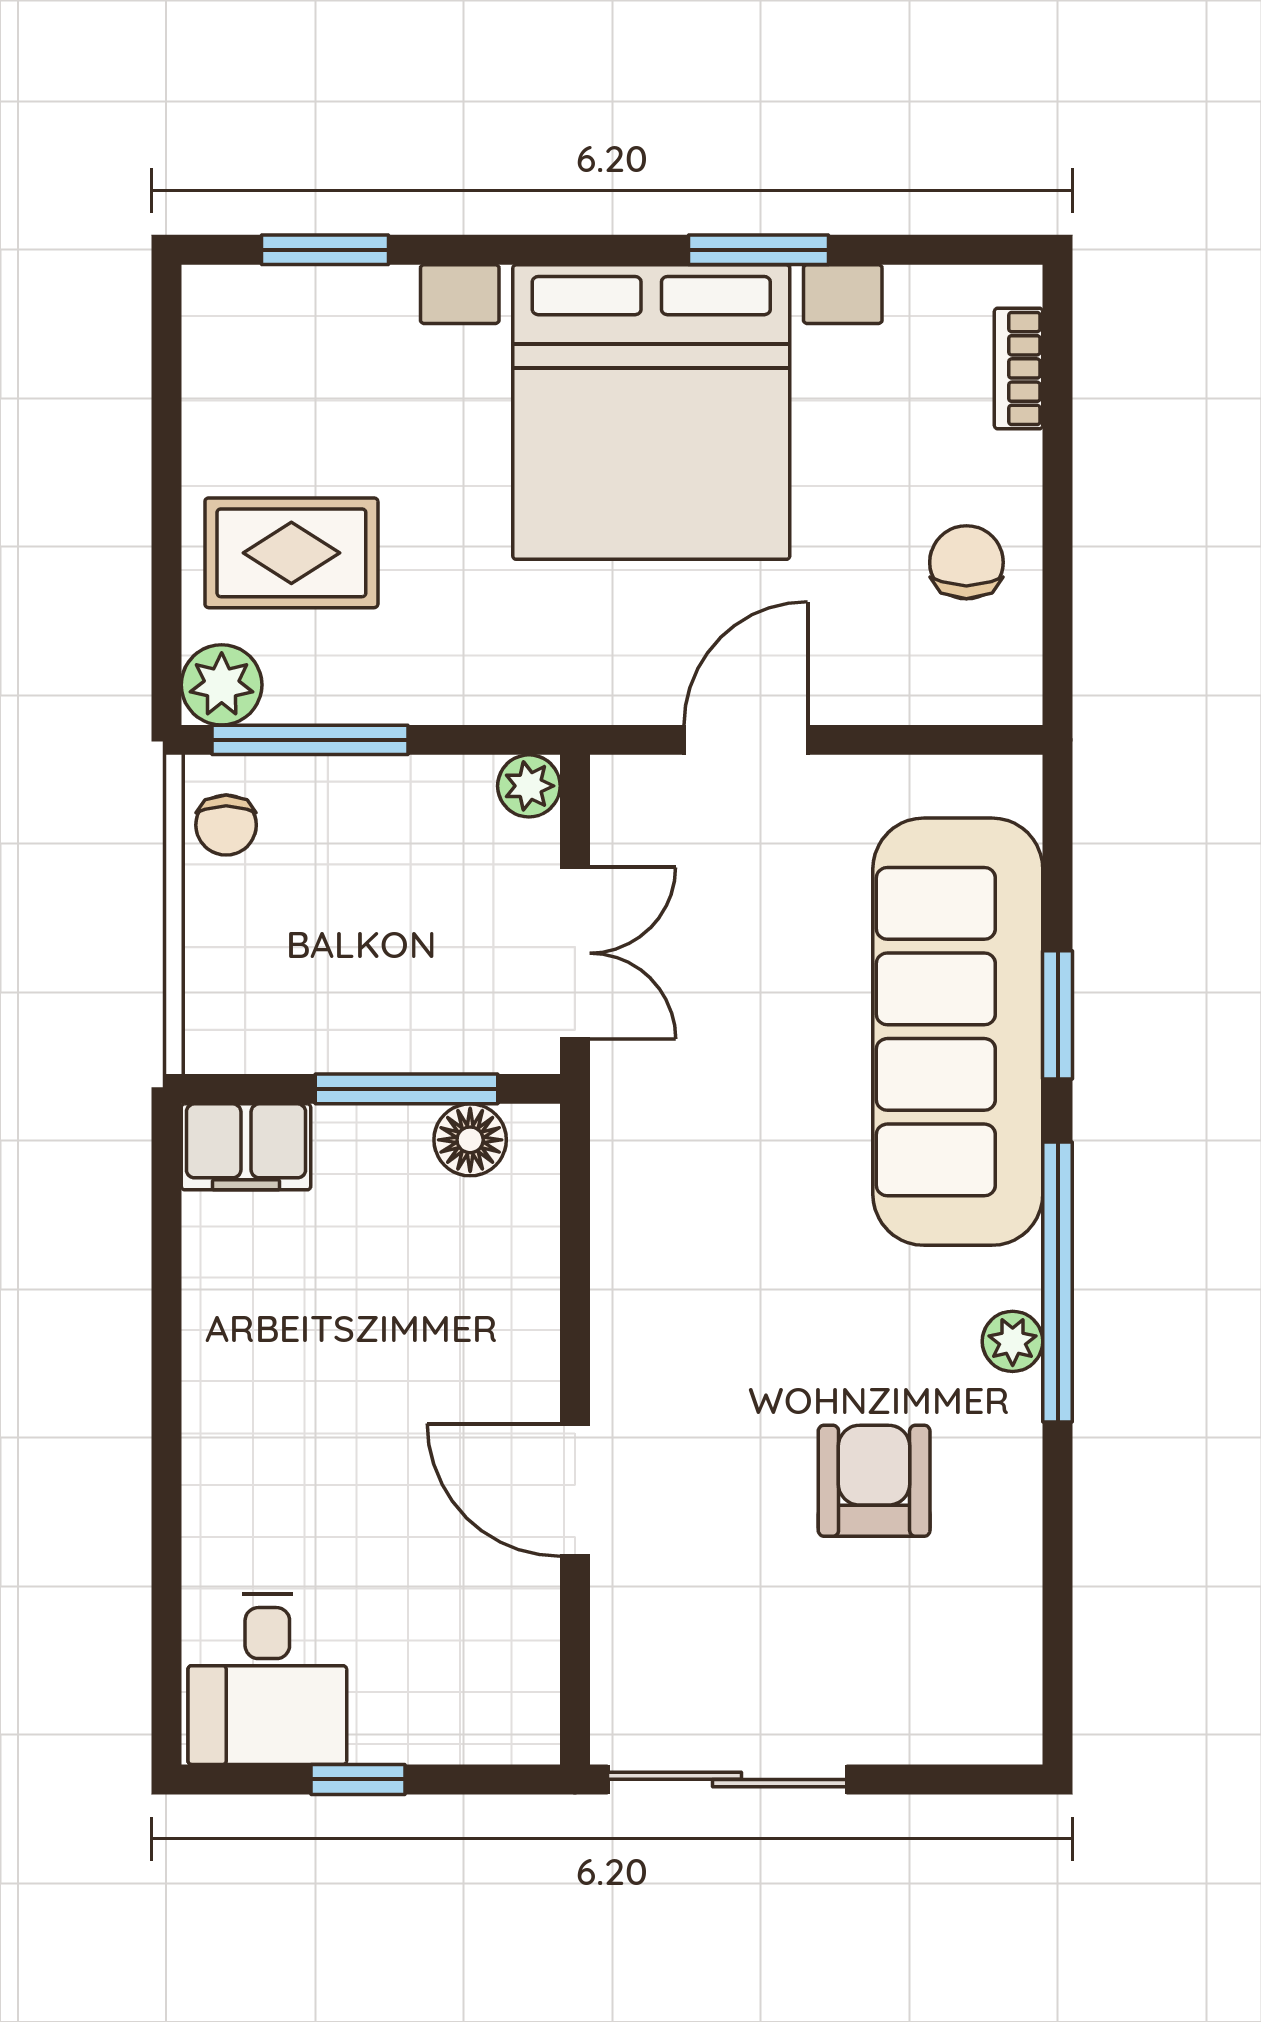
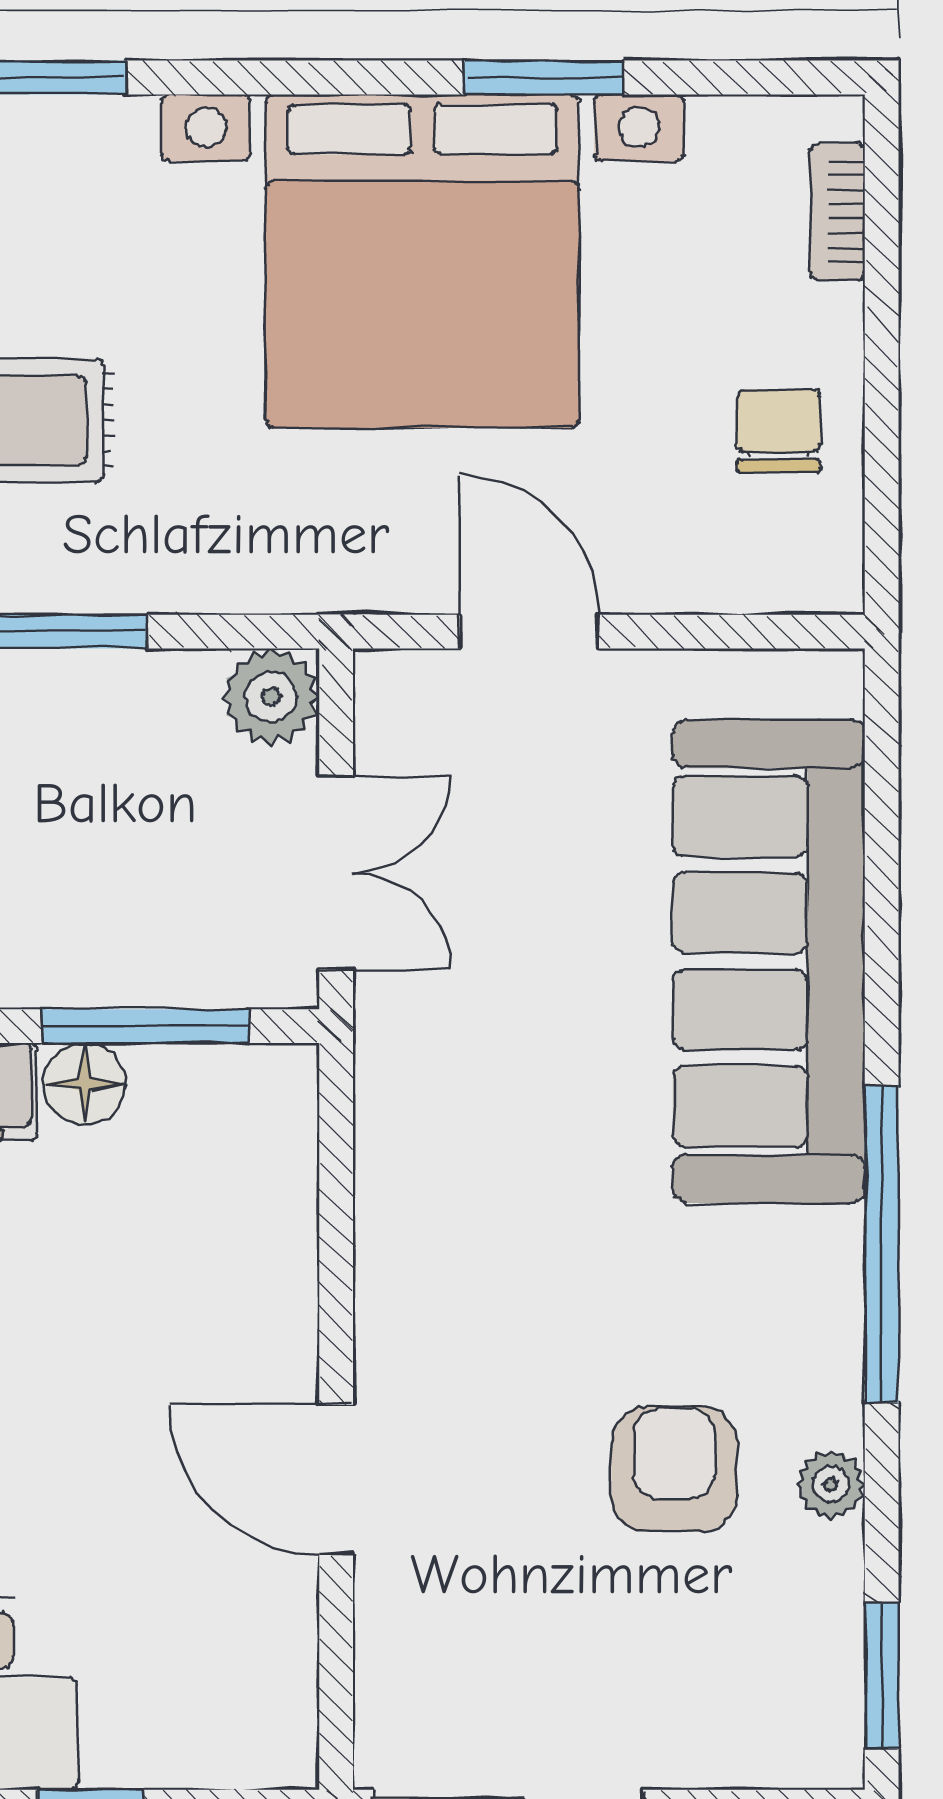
door: (746, 740) -> (529, 632), hinge flipped
plant: (529, 786) -> (271, 697), width x1.38, depth x1.38
window: (1058, 1015) -> (882, 1676), moved
floor lamp: (470, 1140) -> (85, 1084), moved
plant: (1013, 1341) -> (831, 1484), moved

